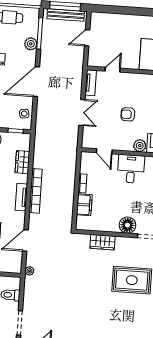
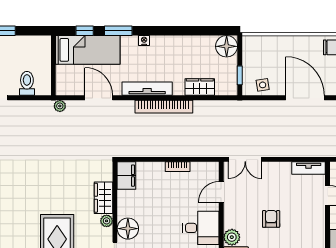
double door: (82, 112) -> (245, 159), moved
tv unit: (21, 197) -> (147, 89), width x1.41
filing cabinet: (84, 205) -> (126, 176), moved, turned -90
plant: (120, 241) -> (107, 221), added

